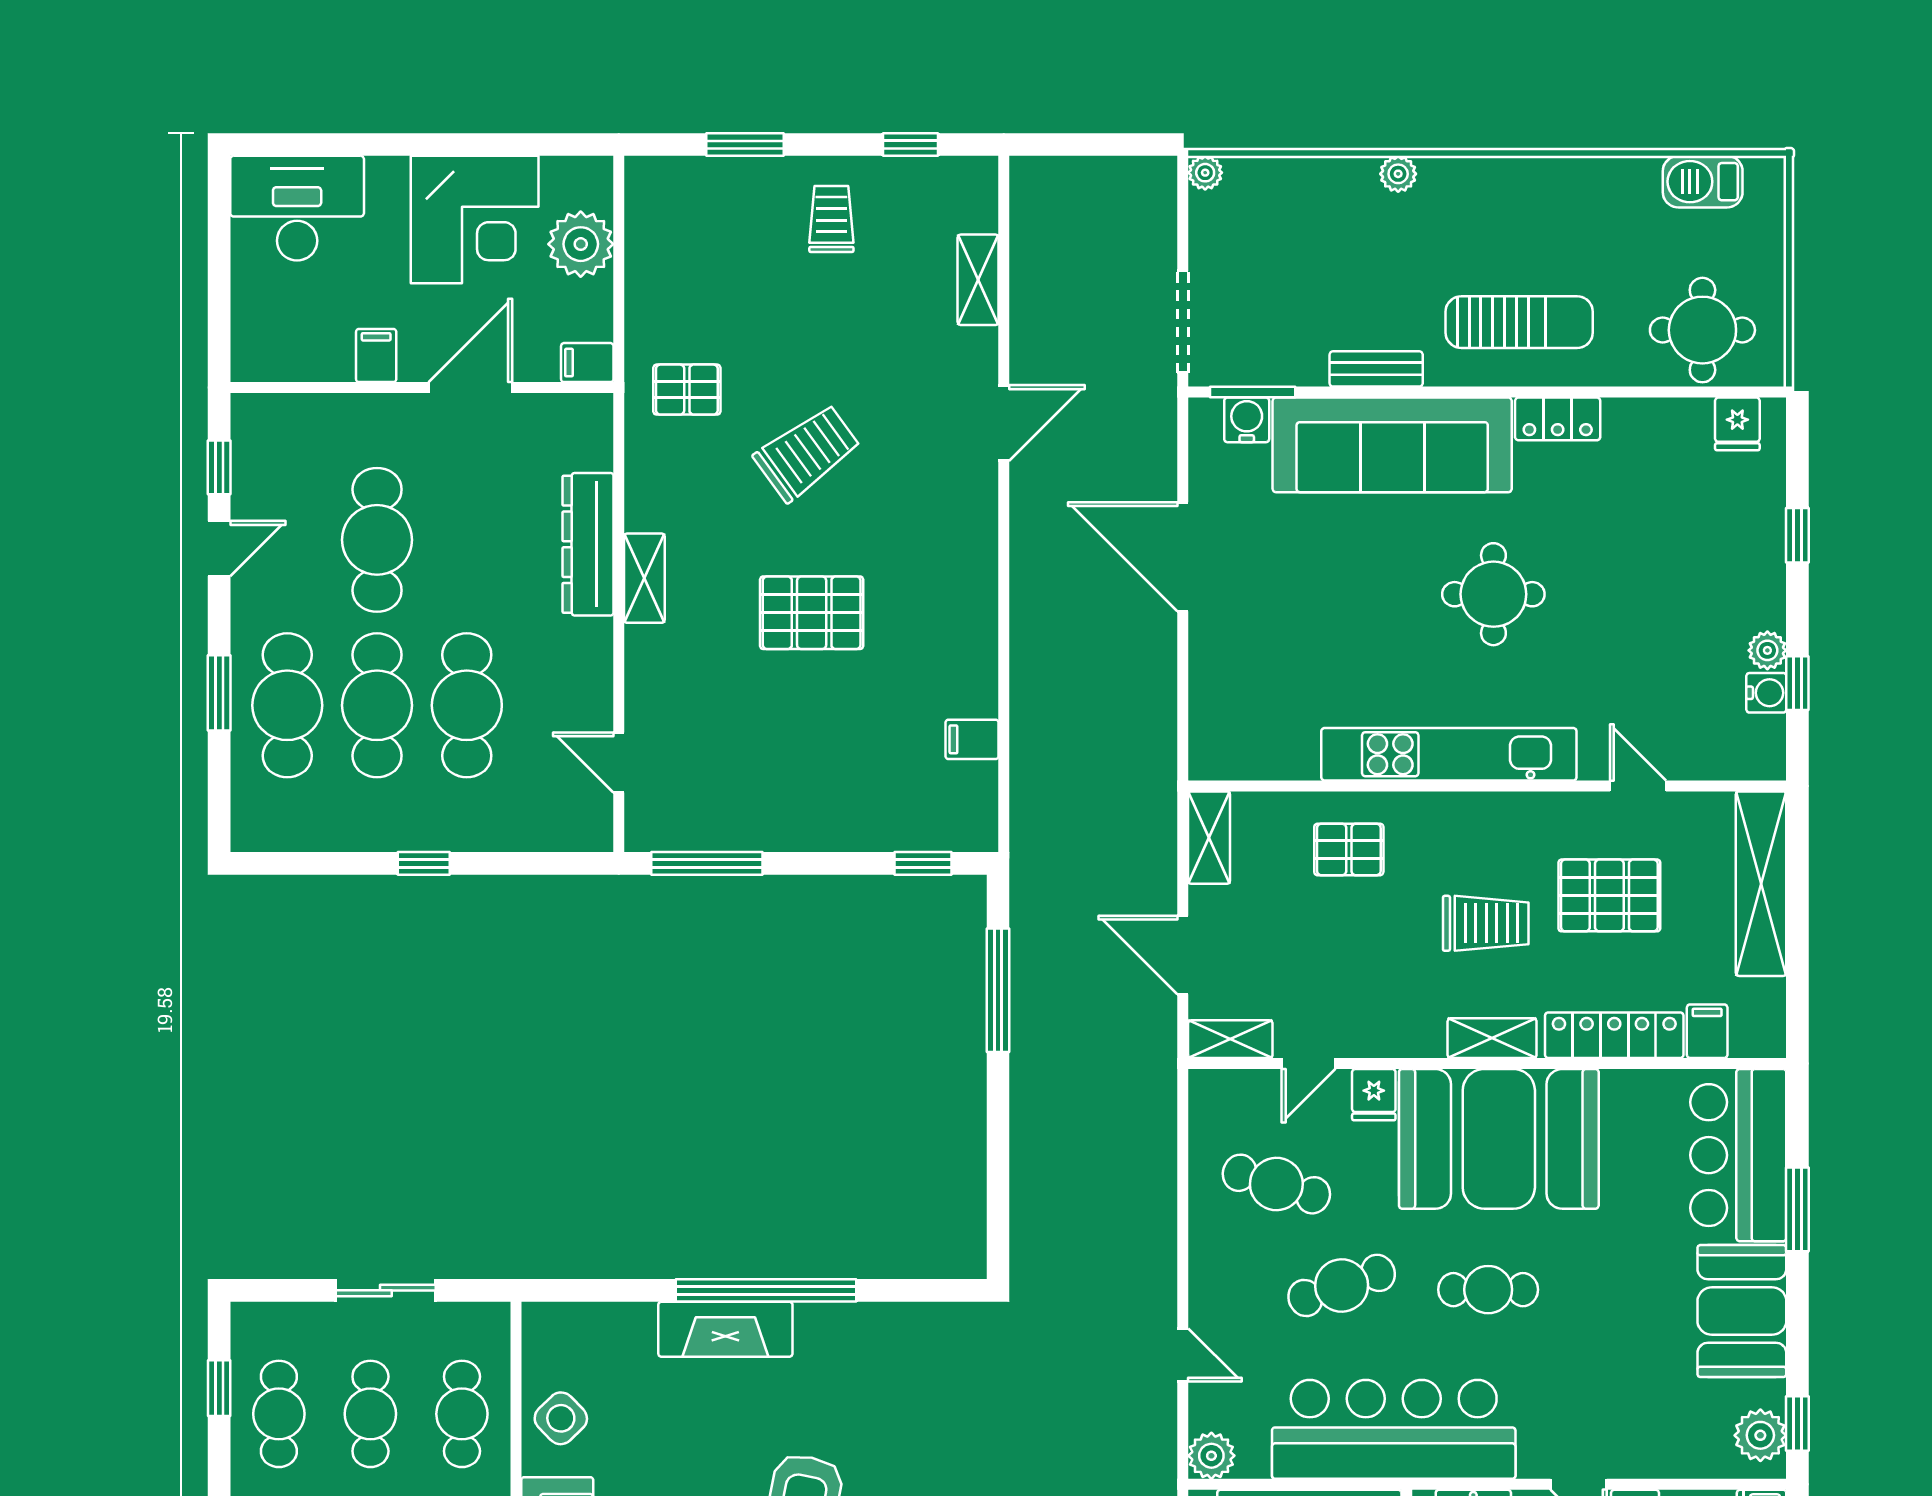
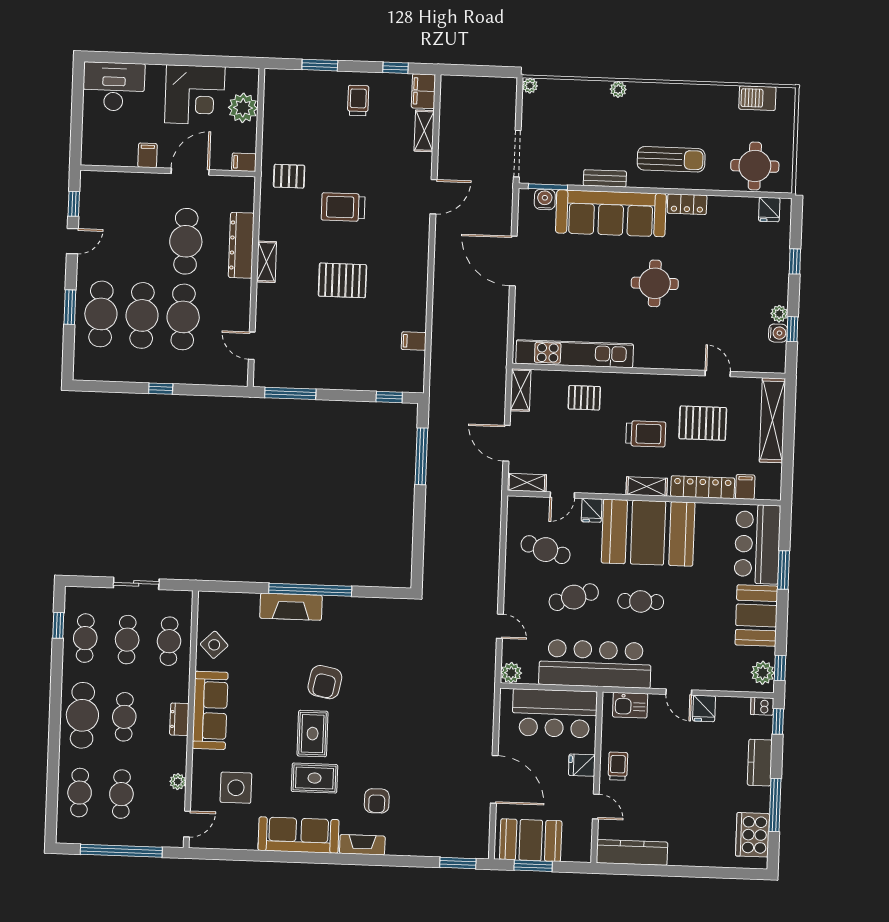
filing cabinet: (973, 193) -> (423, 91), added
trolley: (807, 453) -> (343, 207), turned -144
cafe table: (377, 540) -> (186, 241), moved
kitchen unit: (1449, 754) -> (575, 354), moved

